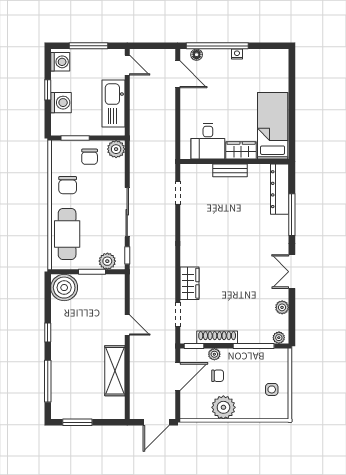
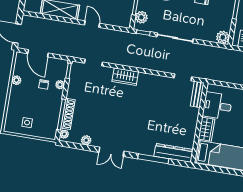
chair: (90, 157) -> (220, 17), removed
bench: (230, 170) -> (197, 94), moved
double door: (292, 272) -> (111, 152), swing flipped
wardrobe: (190, 283) -> (125, 77), moved
door: (127, 325) -> (92, 24), swing flipped
shoe rack: (217, 337) -> (68, 114), moved
door: (178, 377) -> (38, 53), moved
plant: (223, 407) -> (16, 80), width x0.53, depth x0.53

